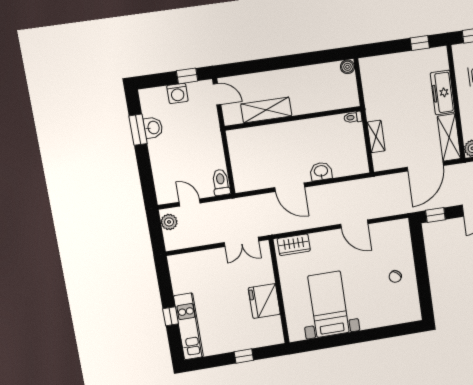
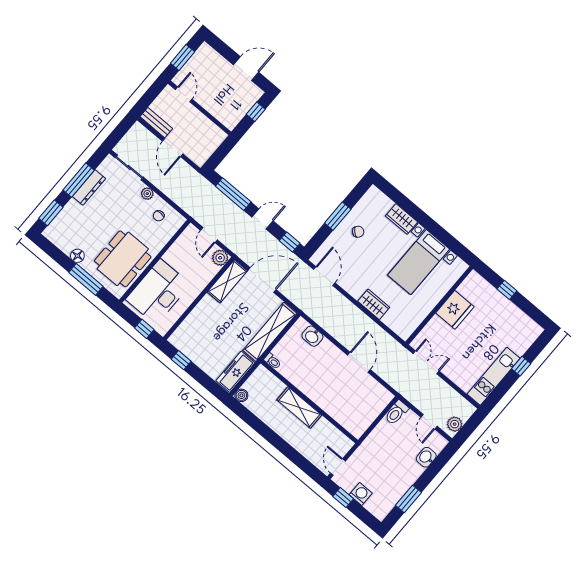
freezer: (443, 93) -> (235, 372), moved, turned 180
shelving: (266, 110) -> (299, 407), moved
washbasin: (153, 128) -> (426, 457), moved
shelving: (376, 136) -> (270, 332), width x2.20, depth x1.33
washbasin: (321, 171) -> (312, 336), moved
door: (354, 224) -> (324, 276), moved
wardrobe: (294, 245) -> (374, 304), moved
window: (422, 271) -> (338, 216), added
wardrobe: (375, 319) -> (401, 219), added
kitchen unit: (188, 326) -> (494, 376), moved

